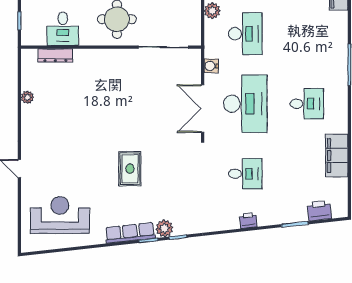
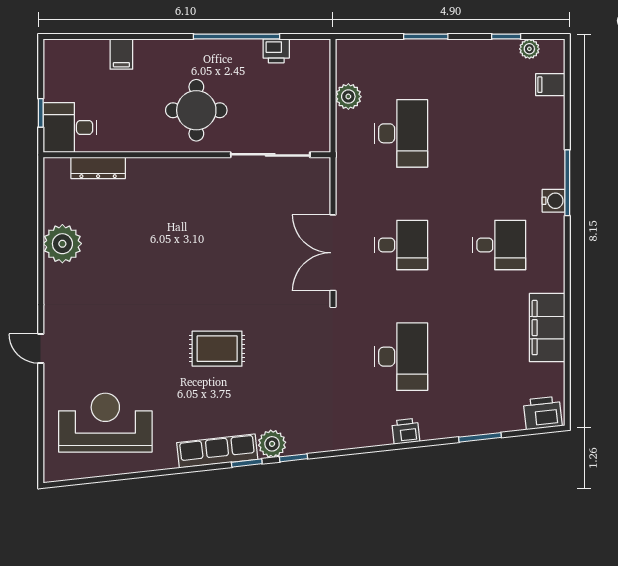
desk: (63, 29) -> (70, 127), moved, turned 90
water cooler: (211, 66) -> (553, 201), moved, turned 180
plant: (27, 97) -> (62, 244), width x1.87, depth x1.87
desk: (245, 104) -> (401, 245), width x0.53, depth x0.77
rug: (130, 169) -> (217, 349), turned 90
desk: (245, 174) -> (401, 357), width x1.37
printer: (319, 211) -> (543, 413), moved

